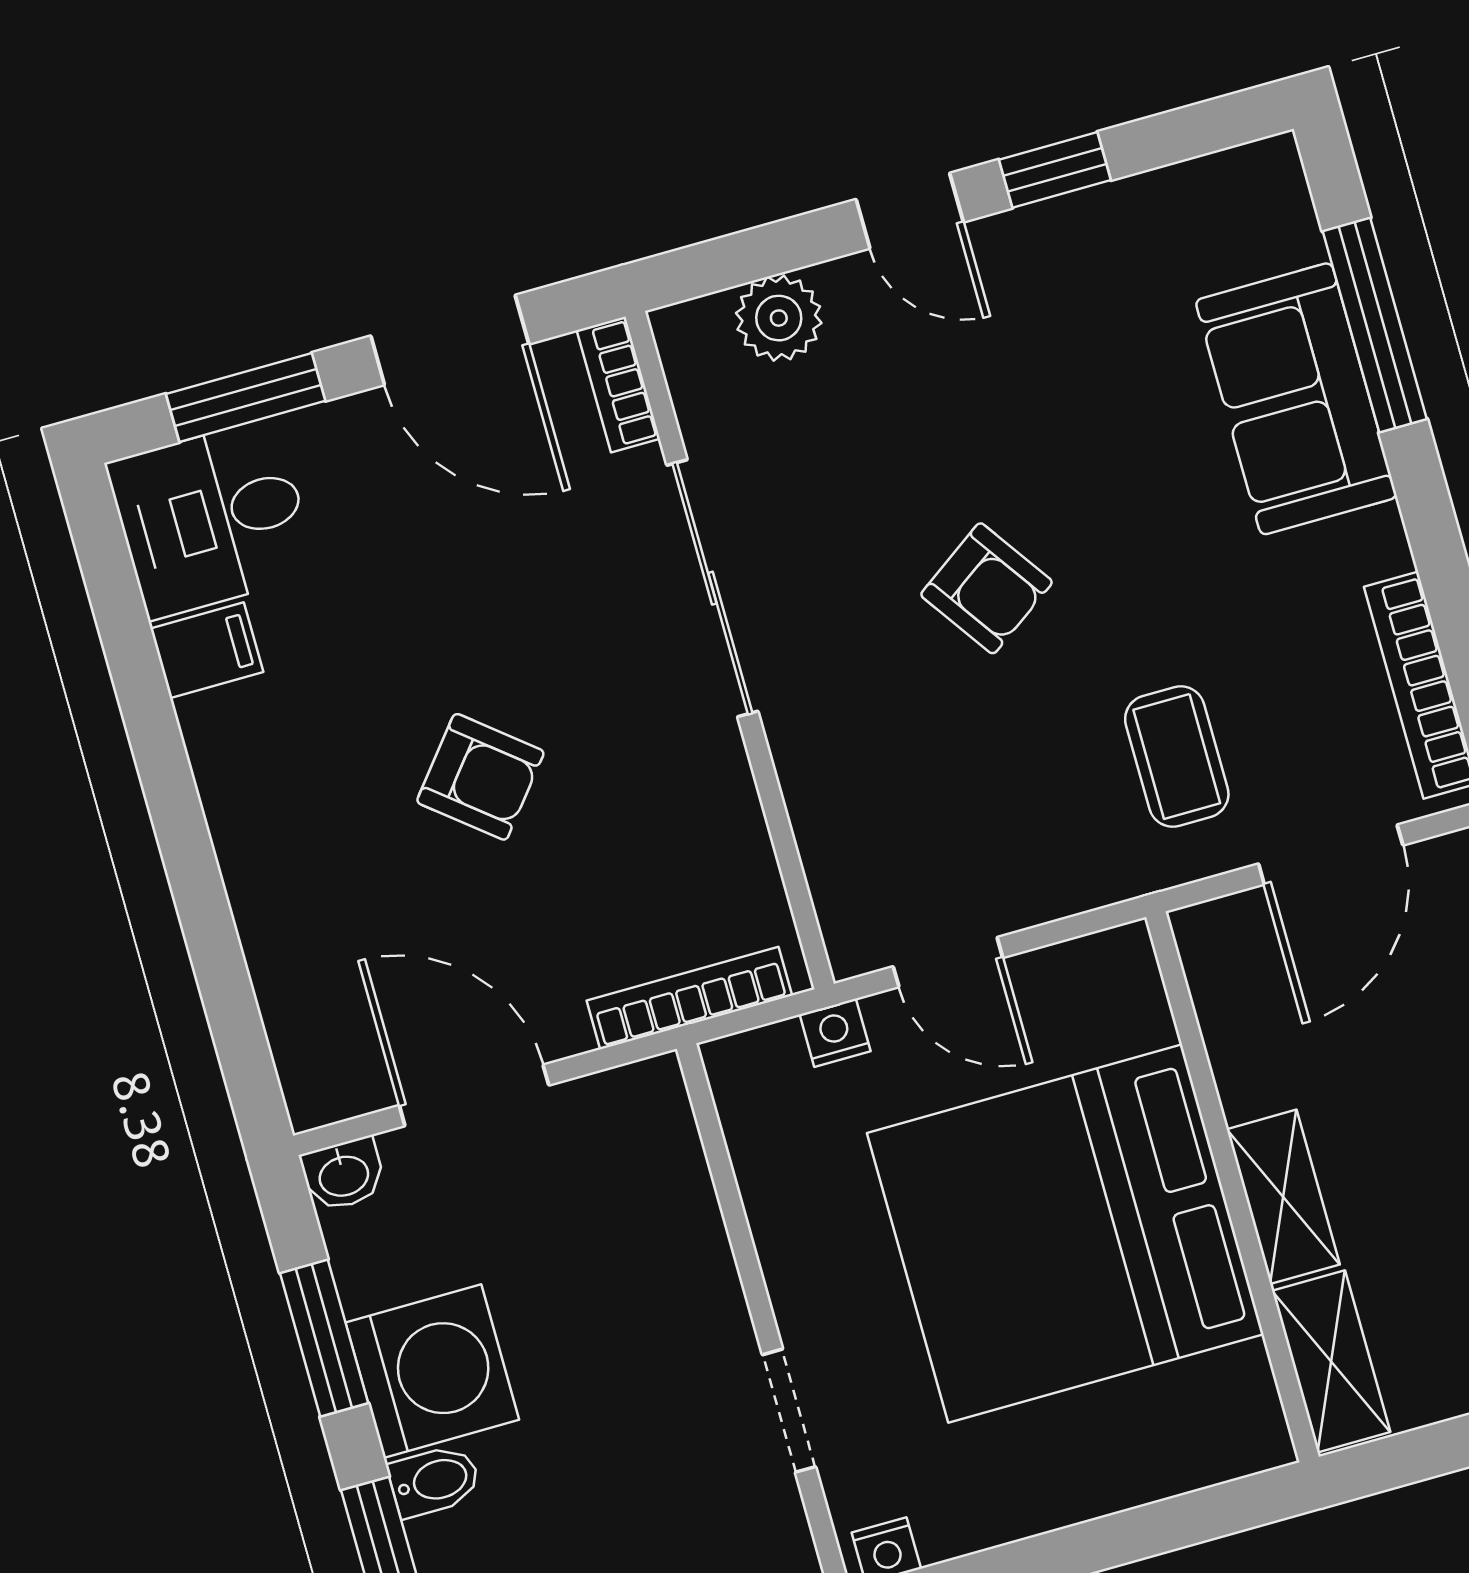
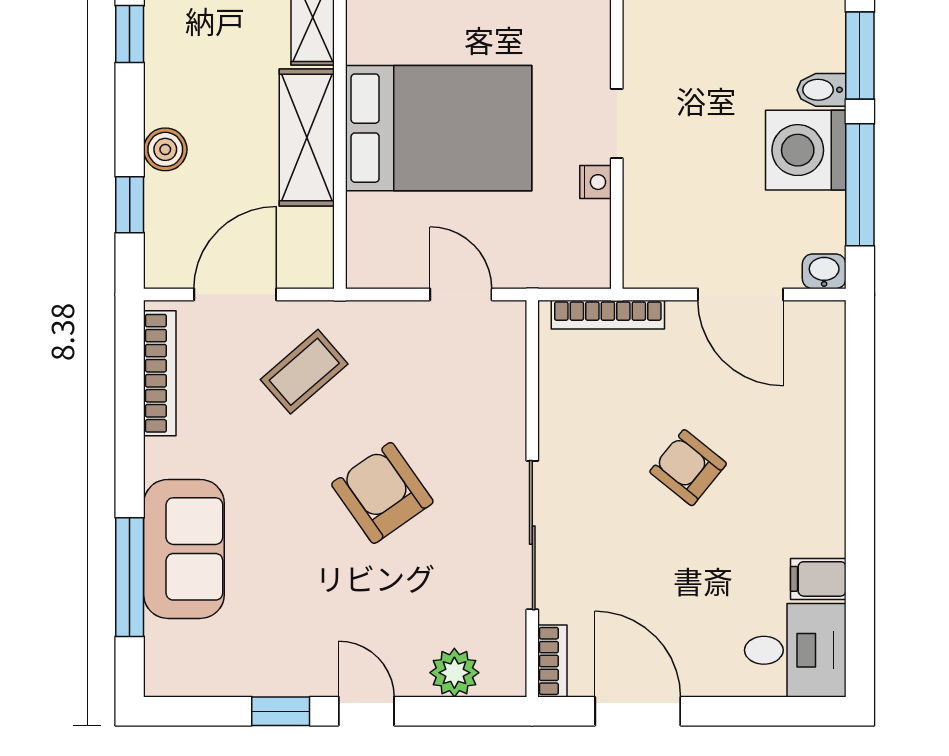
window: (246, 397) -> (758, 711), removed
armchair: (987, 588) -> (382, 493), width x1.38, depth x1.38
coffee table: (1177, 757) -> (304, 372), turned 49
nightstand: (835, 1033) -> (595, 182), moved, turned -90
shelving: (1283, 1197) -> (307, 137), width x1.50, depth x1.33
bed: (1065, 1234) -> (439, 128), width x0.73
window: (324, 1338) -> (860, 185), width x1.44
doorway: (789, 1411) -> (617, 124), moved

